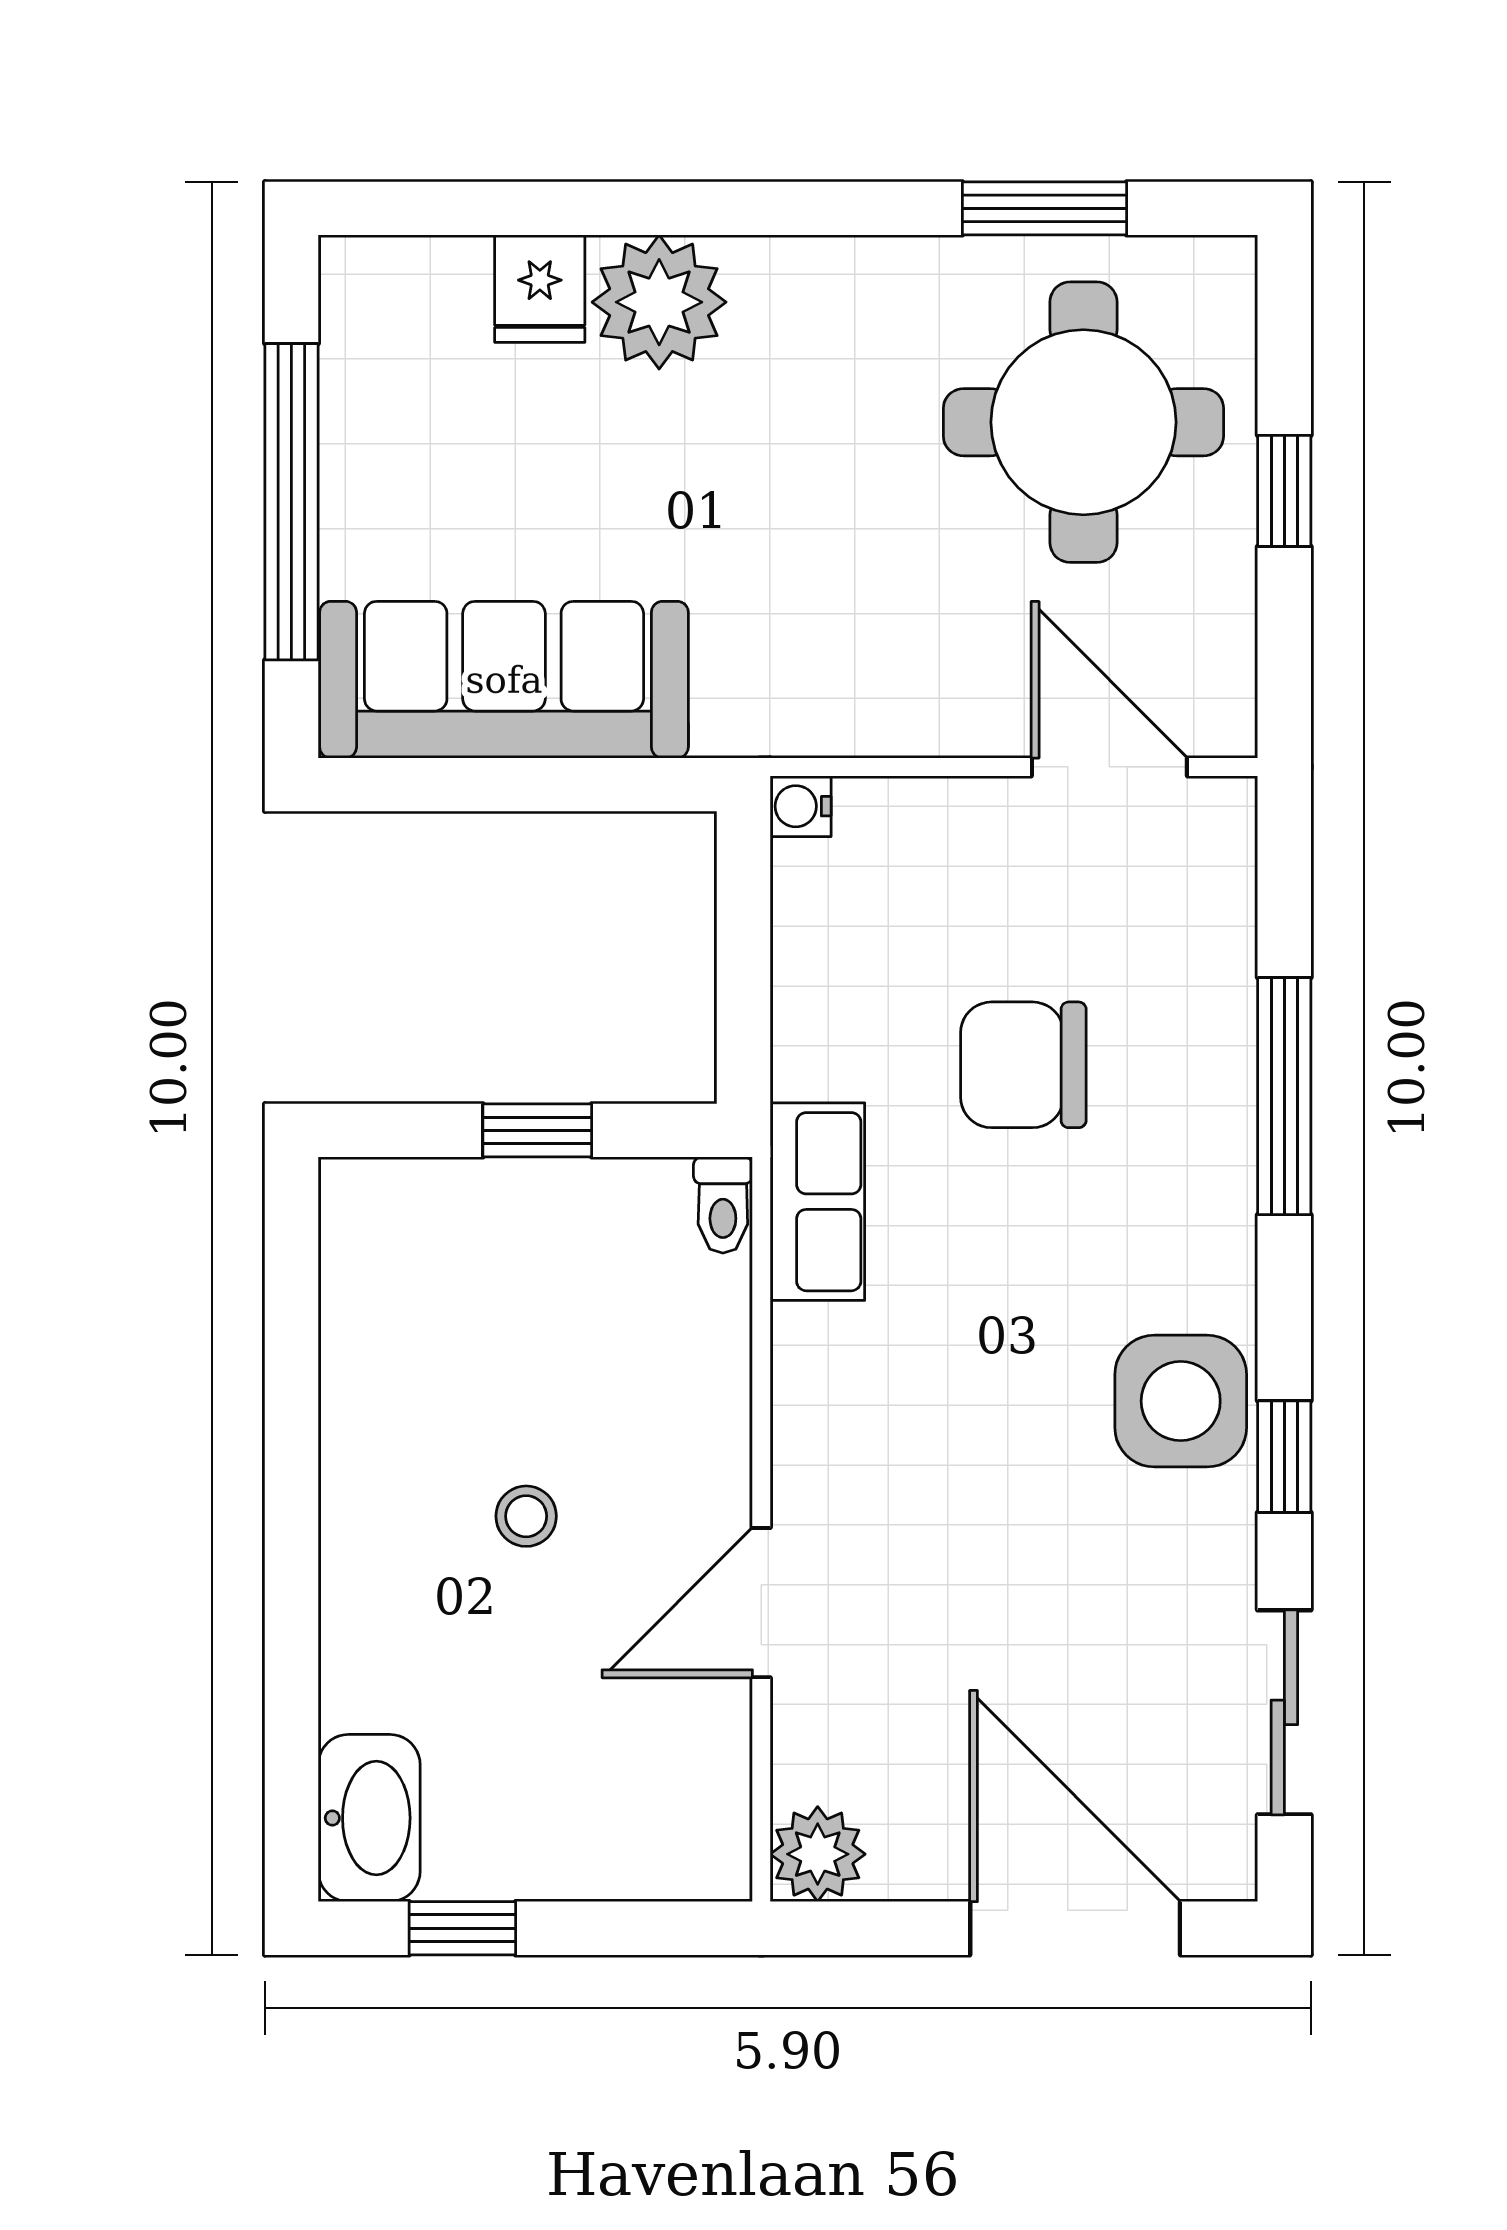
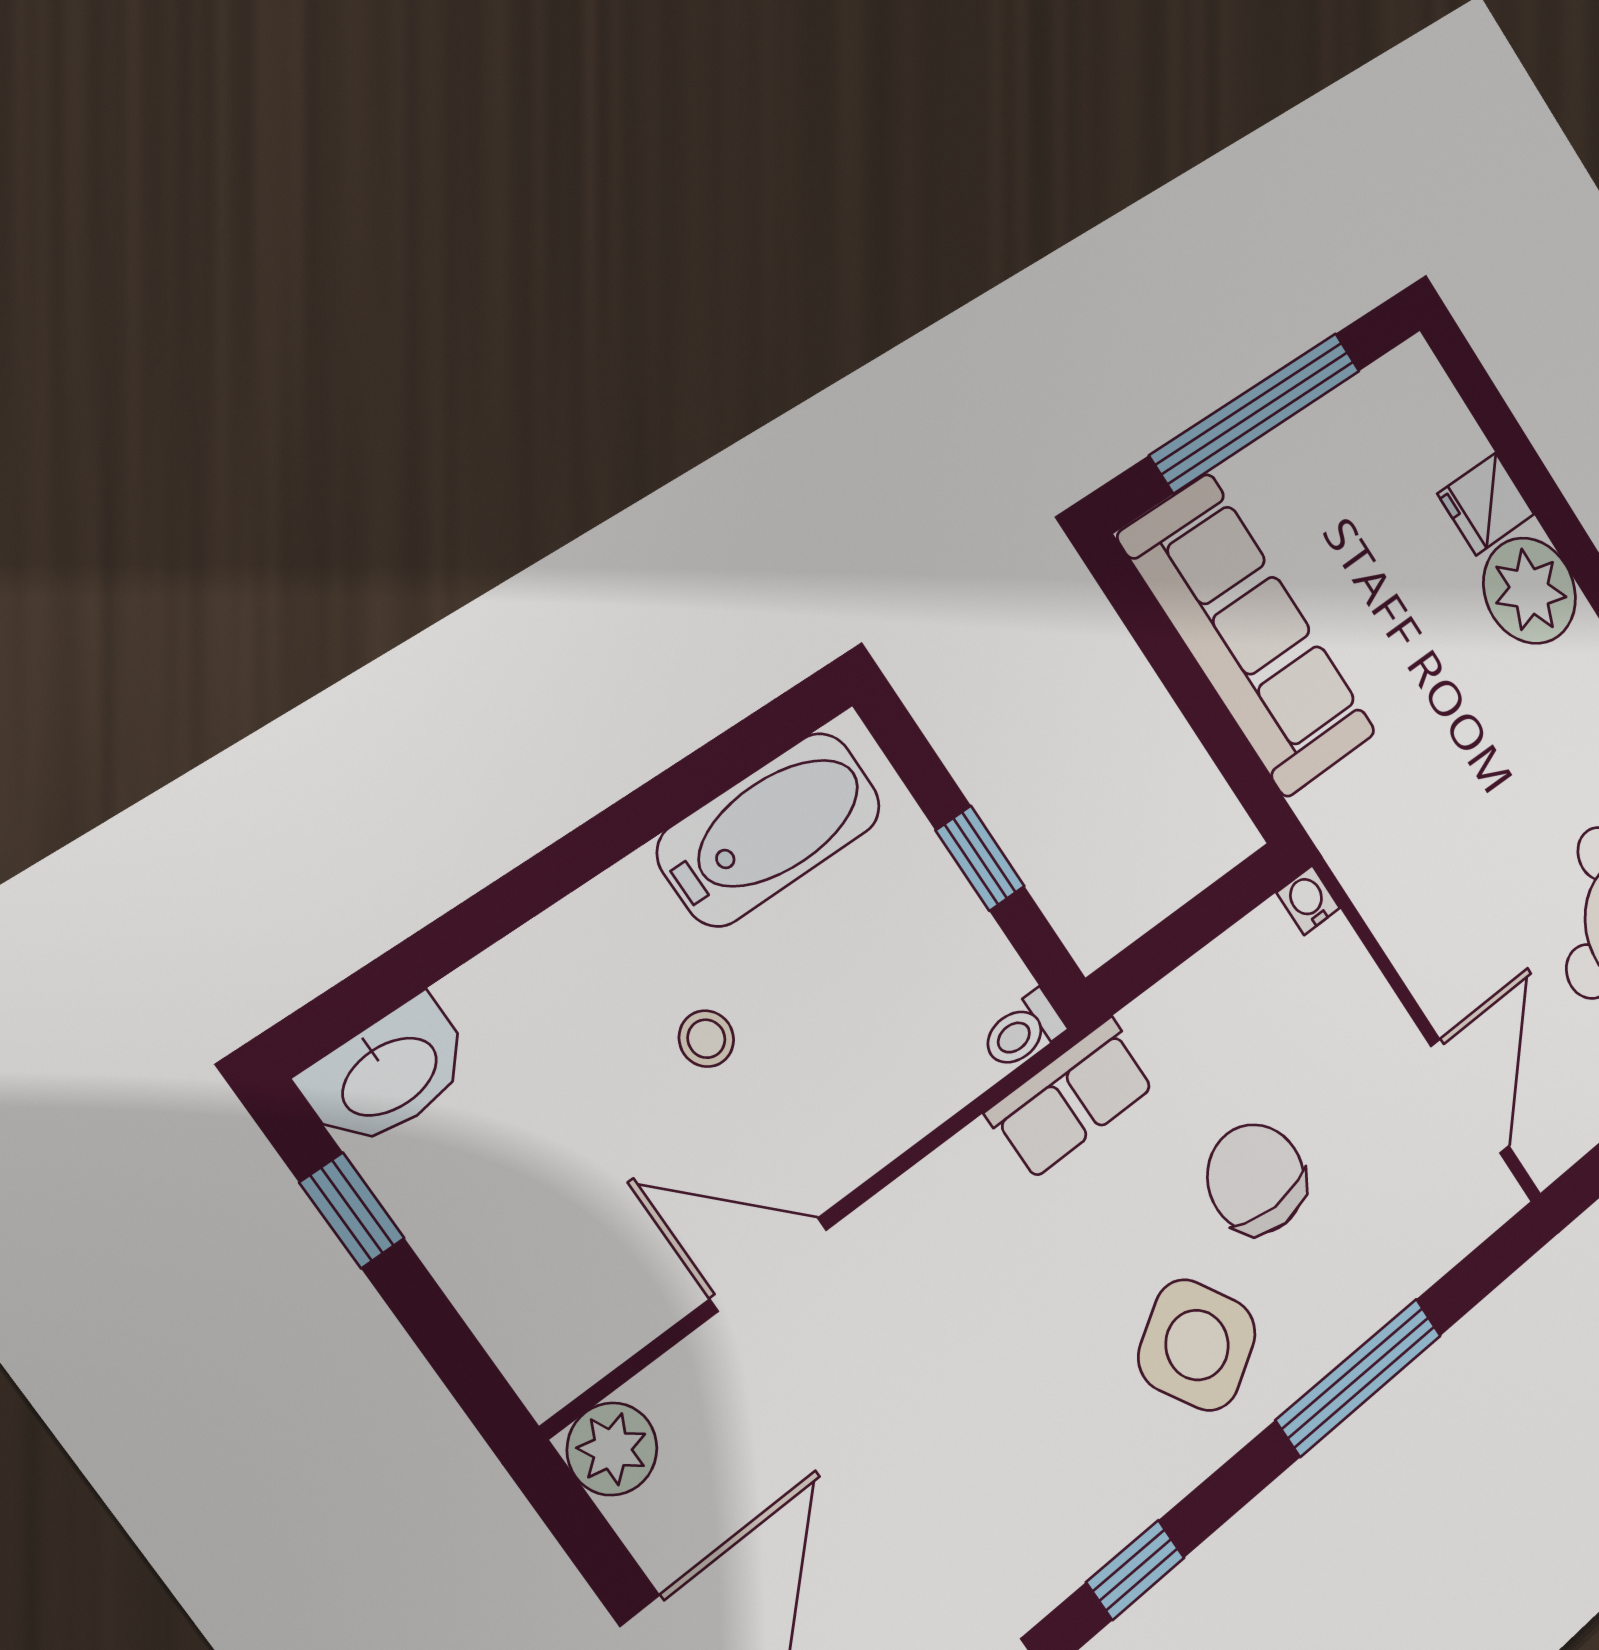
bathtub: (379, 1321) -> (770, 829), added
side table: (1181, 1401) -> (1197, 1345), moved, turned -31

